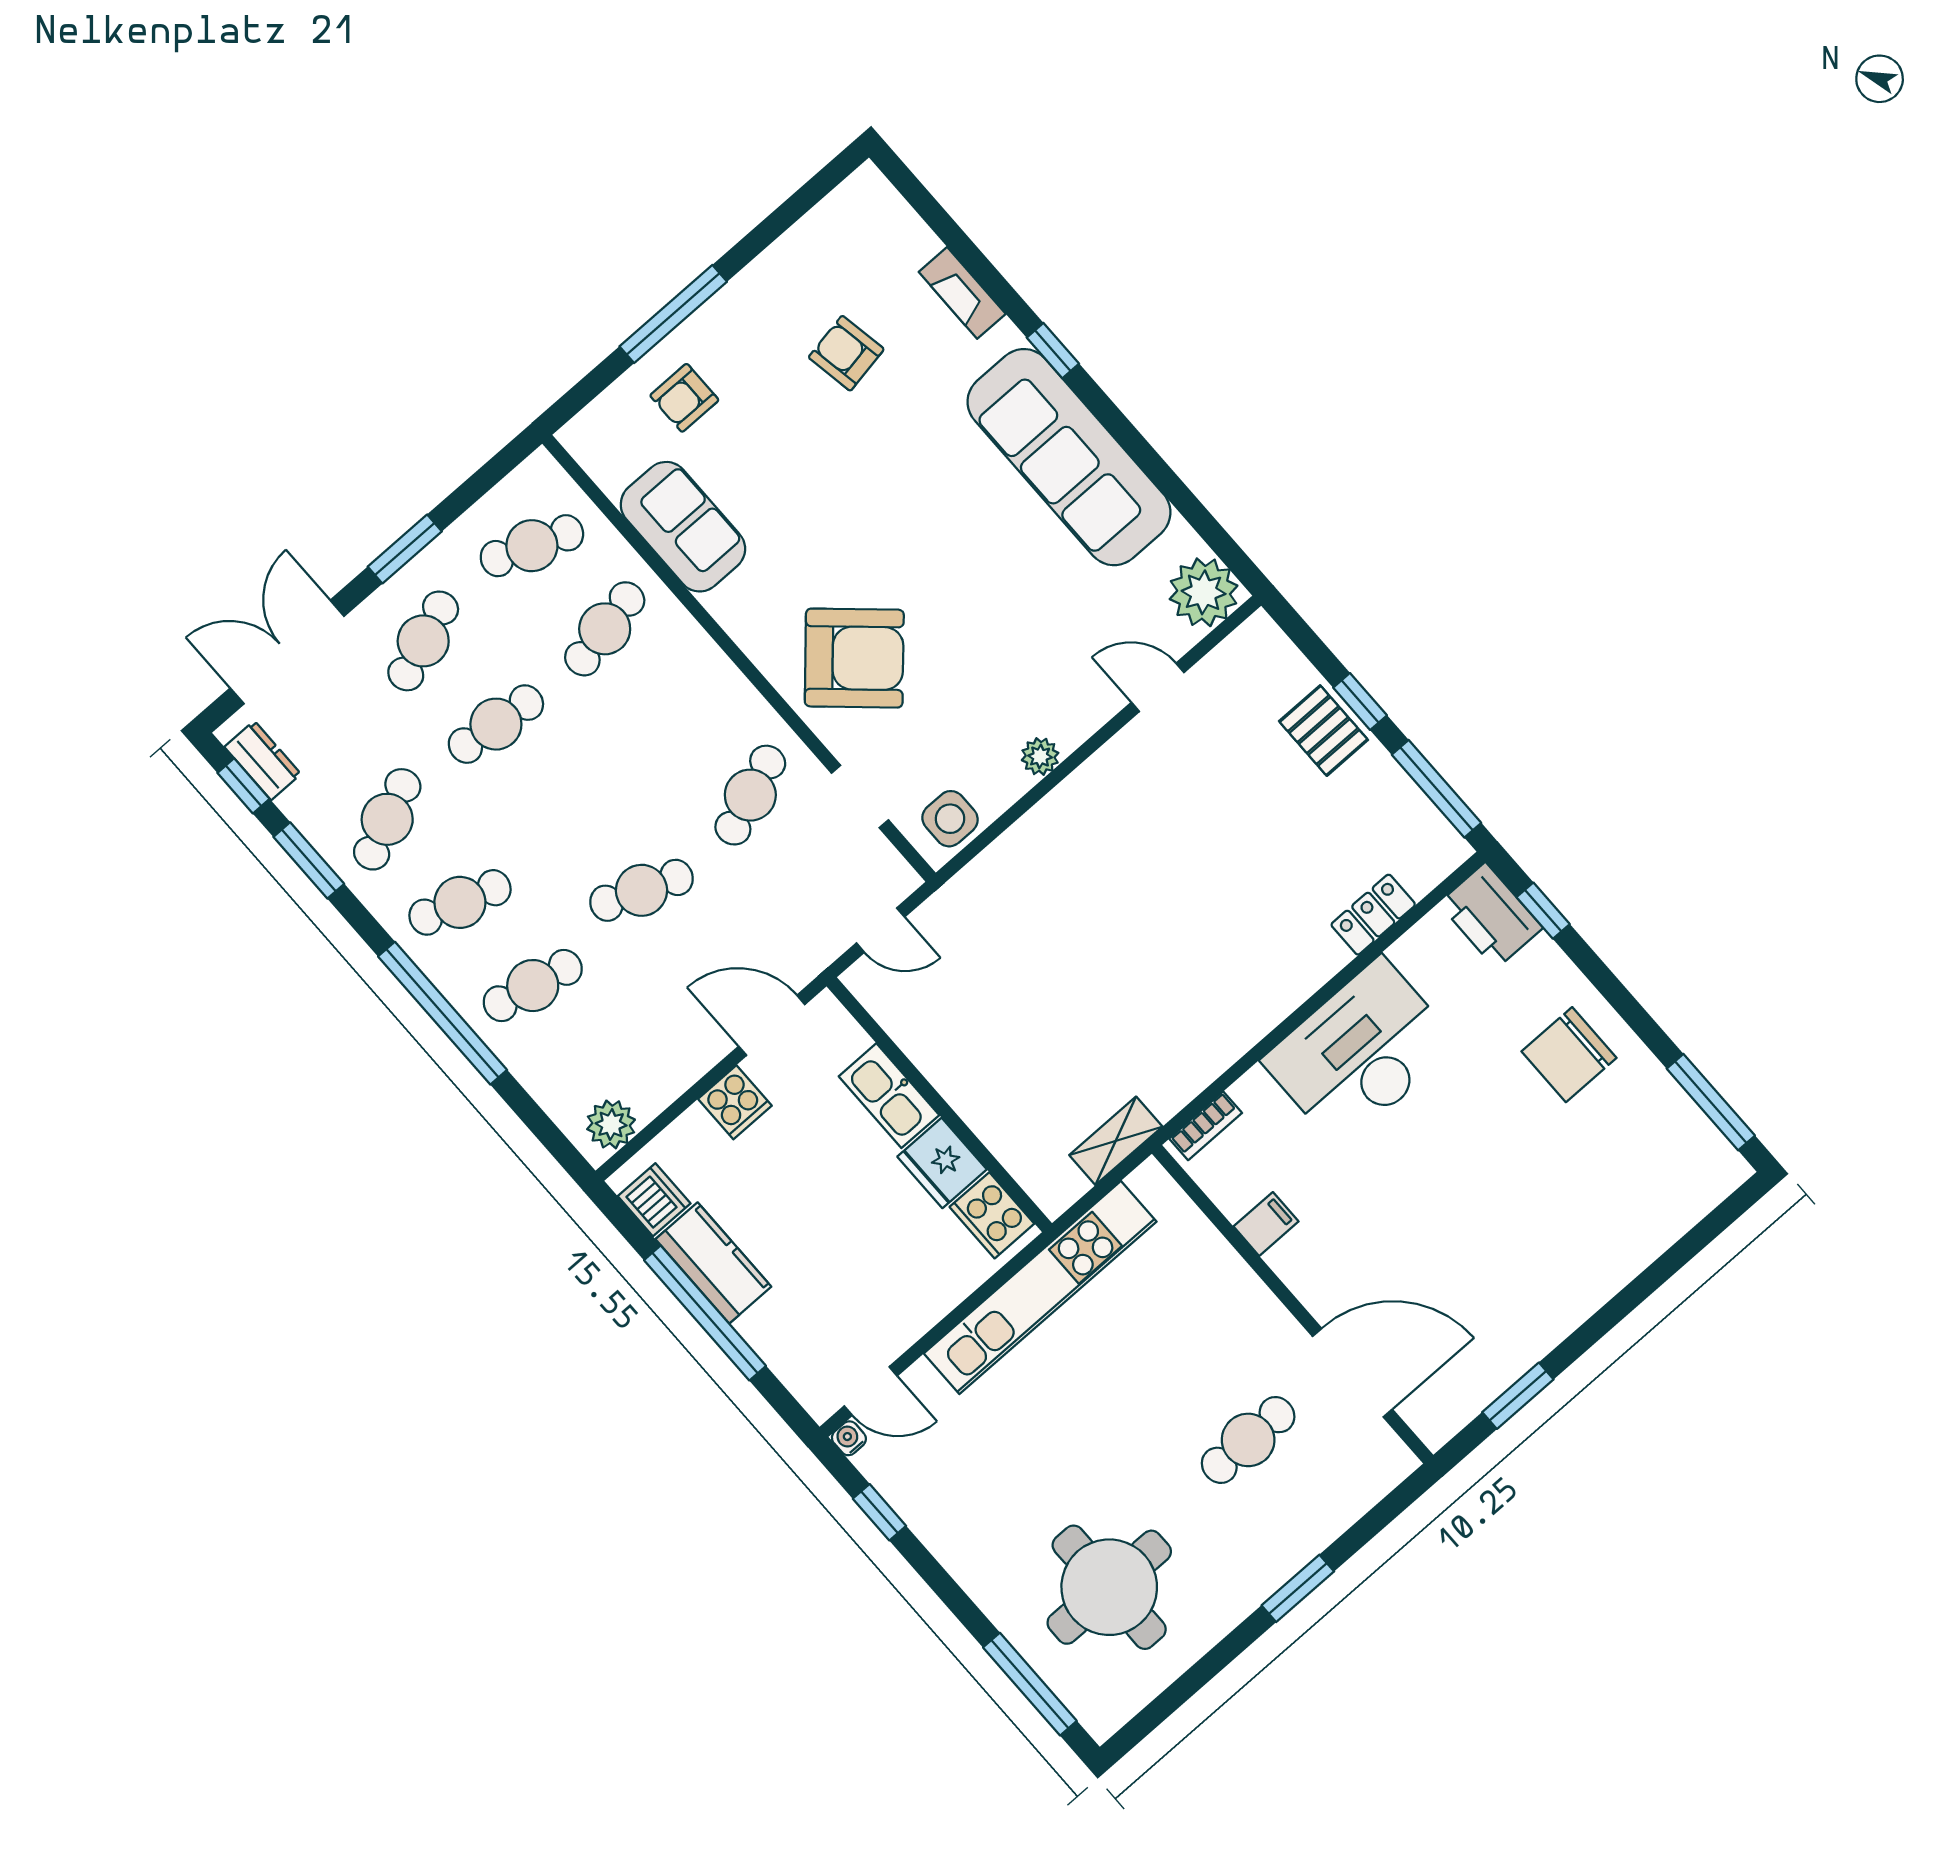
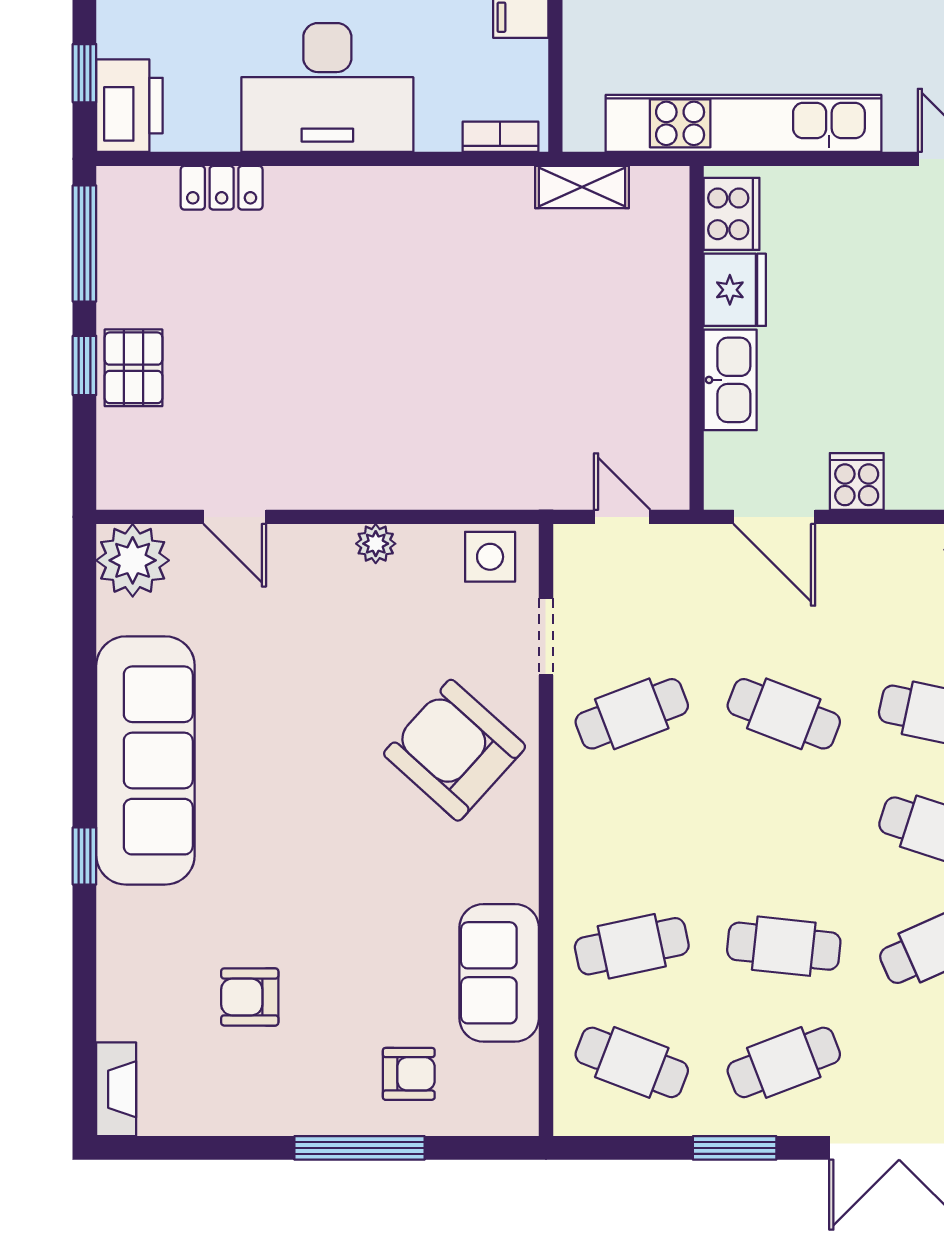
fireplace: (962, 293) -> (116, 1089), moved
armchair: (846, 353) -> (250, 997), turned 100

